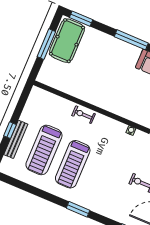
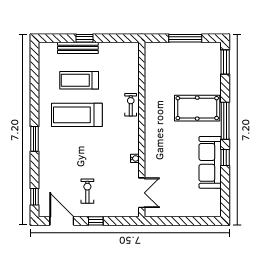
pool table: (67, 41) -> (197, 108), moved
treadmill: (44, 150) -> (79, 80), width x0.73, depth x0.73

